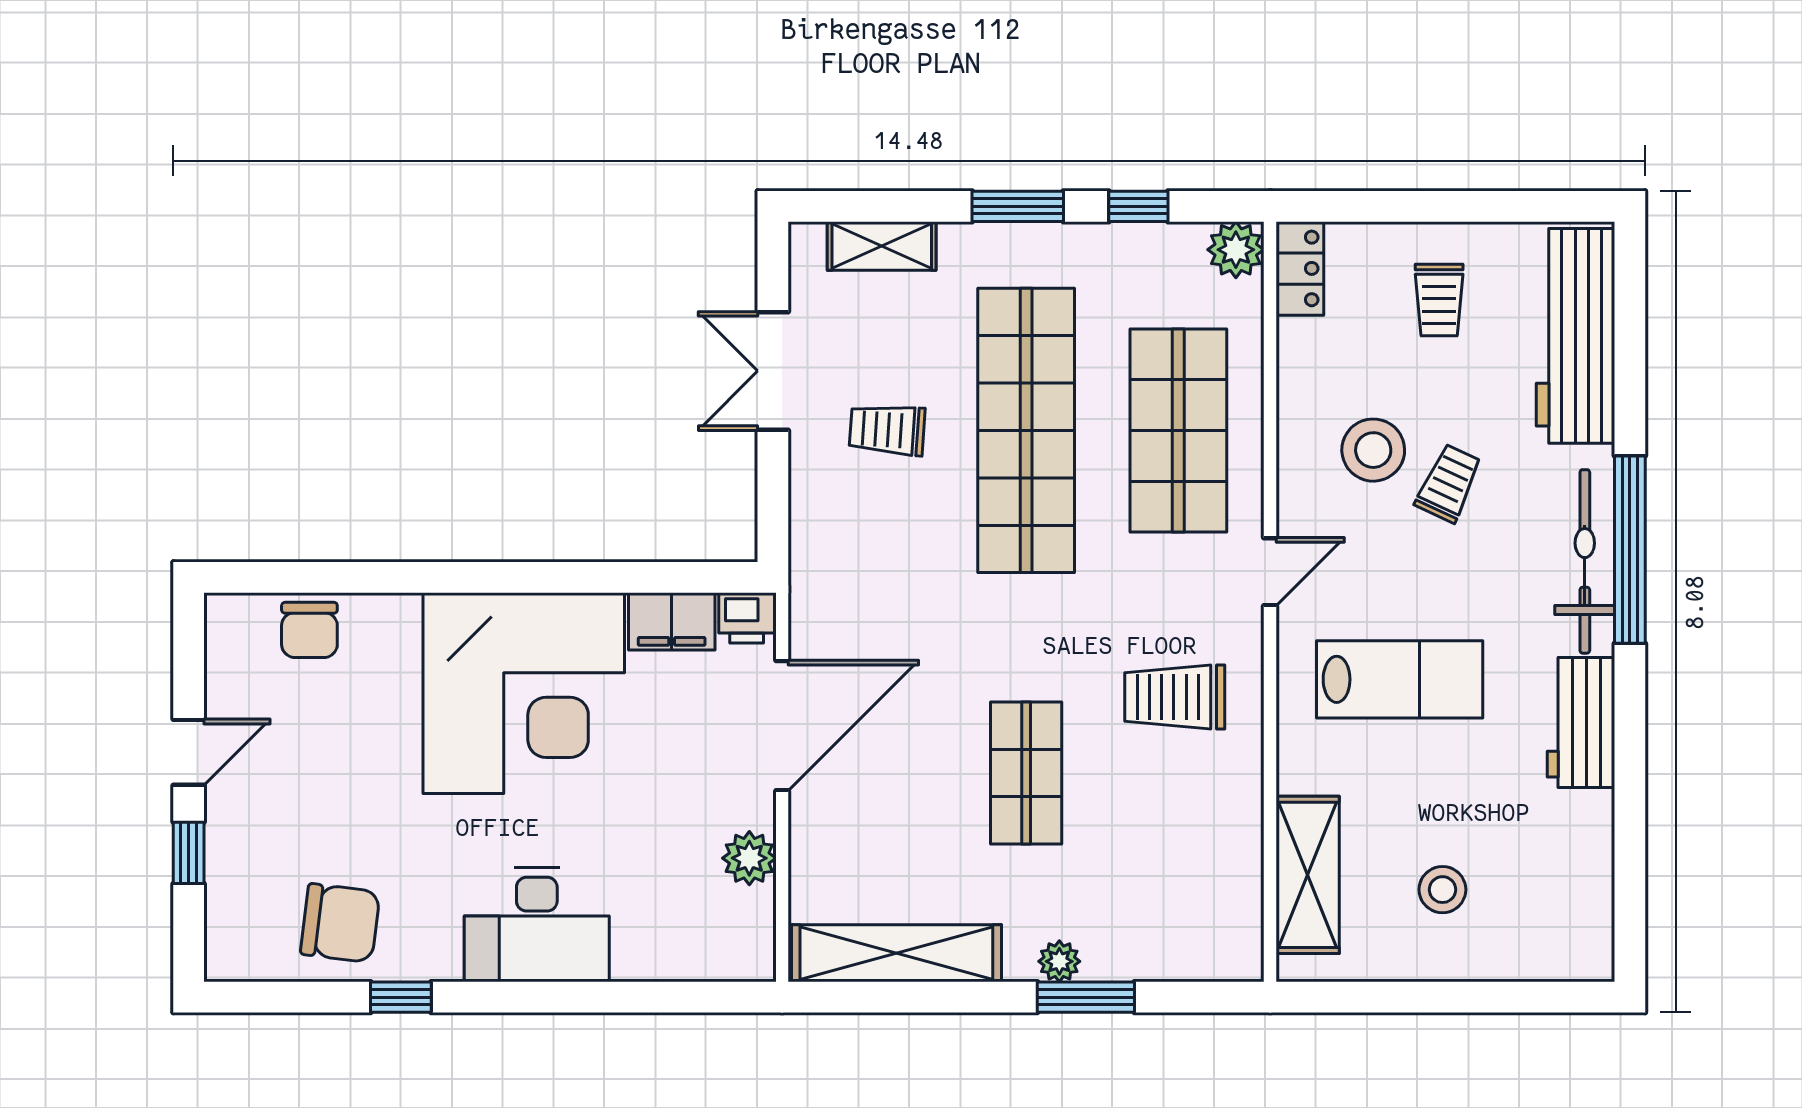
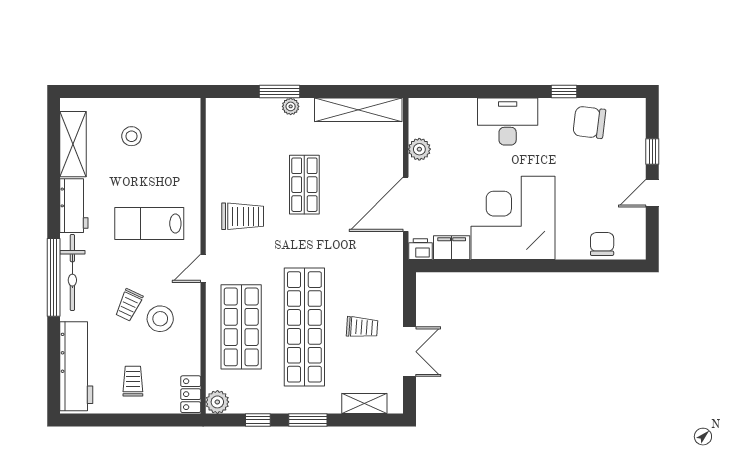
shelving: (1308, 875) -> (73, 144), moved

